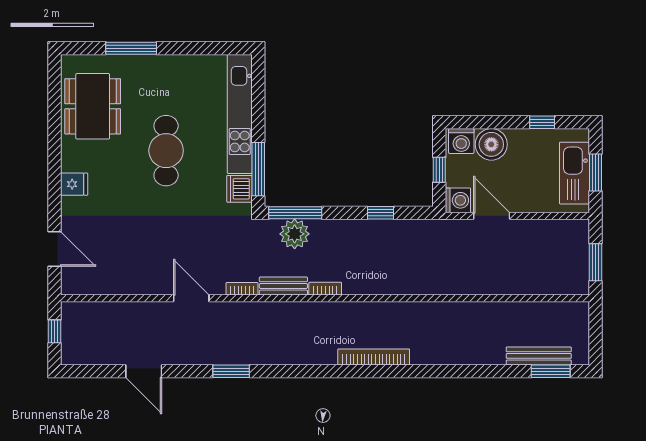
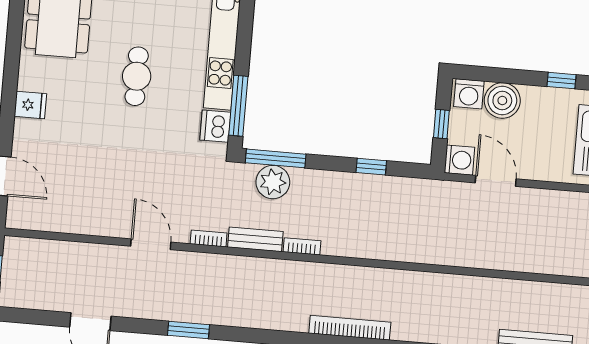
cafe table: (166, 151) -> (137, 76), width x0.73, depth x0.74

